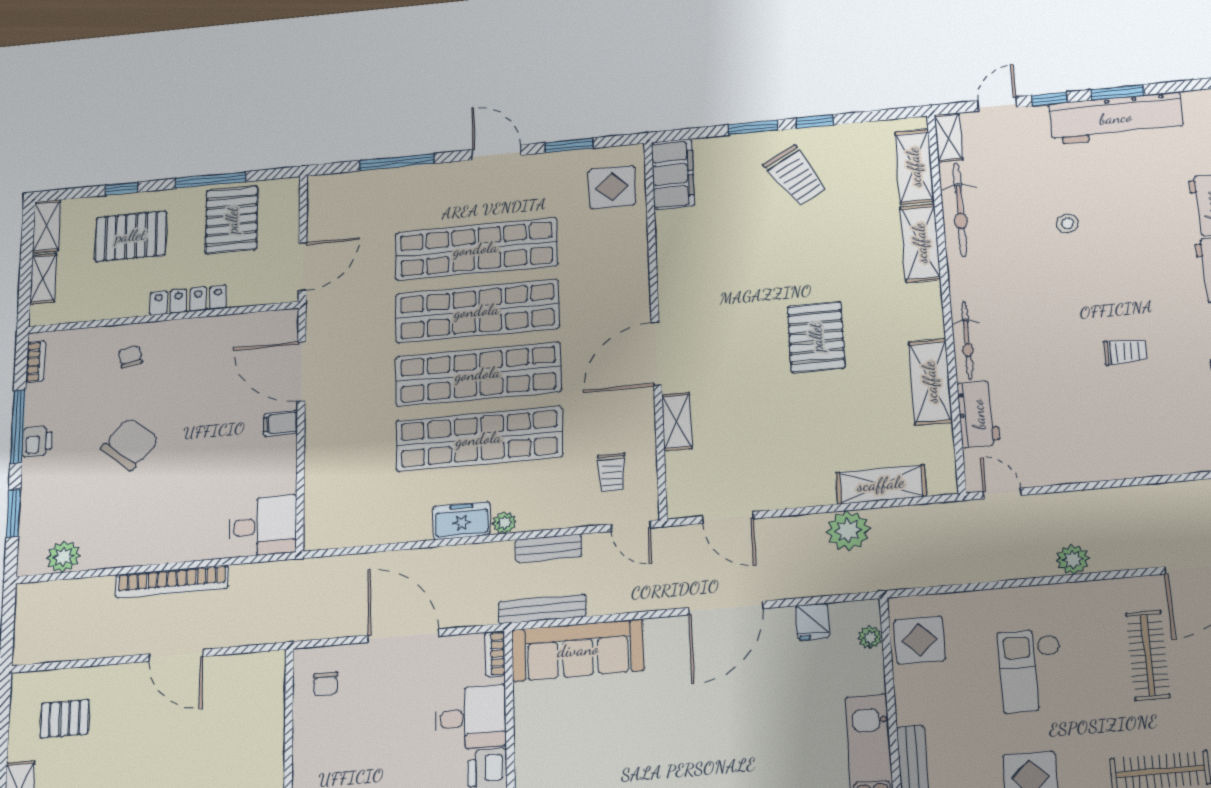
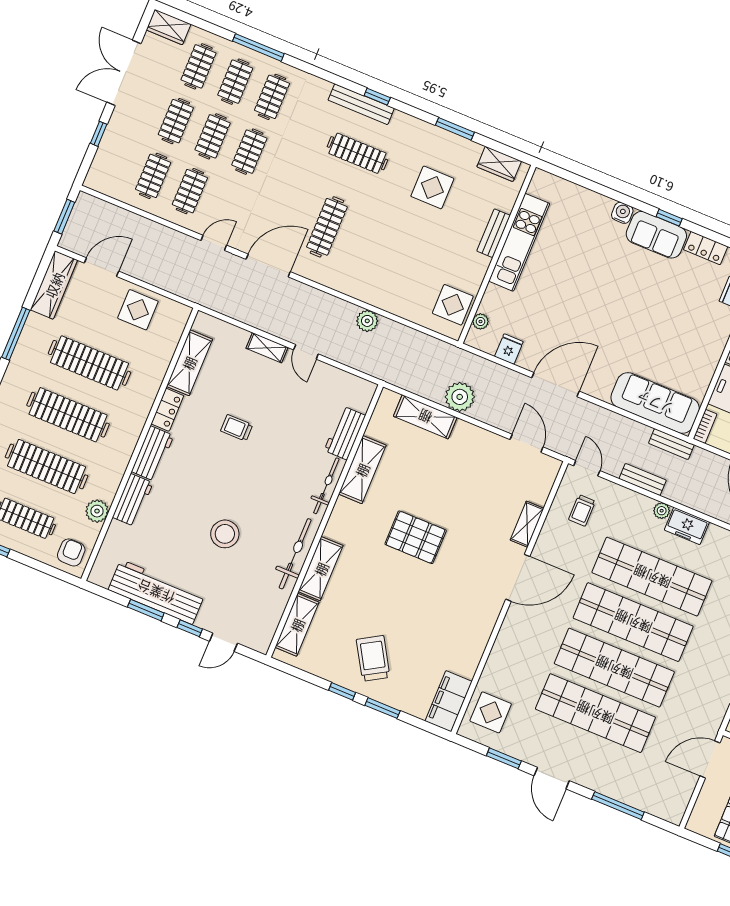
shelving: (948, 137) -> (267, 348), moved, turned 90
bicycle: (960, 210) -> (295, 554), moved
stool: (1067, 223) -> (225, 534), width x1.89, depth x1.89
pallet: (816, 337) -> (416, 537), turned 90
trolley: (612, 473) -> (582, 510), turned 180
door: (1002, 493) -> (306, 352), moved
plant: (1073, 560) -> (367, 321), moved
bench: (542, 609) -> (671, 444), width x0.73
checkout: (1031, 670) -> (398, 252), removed

